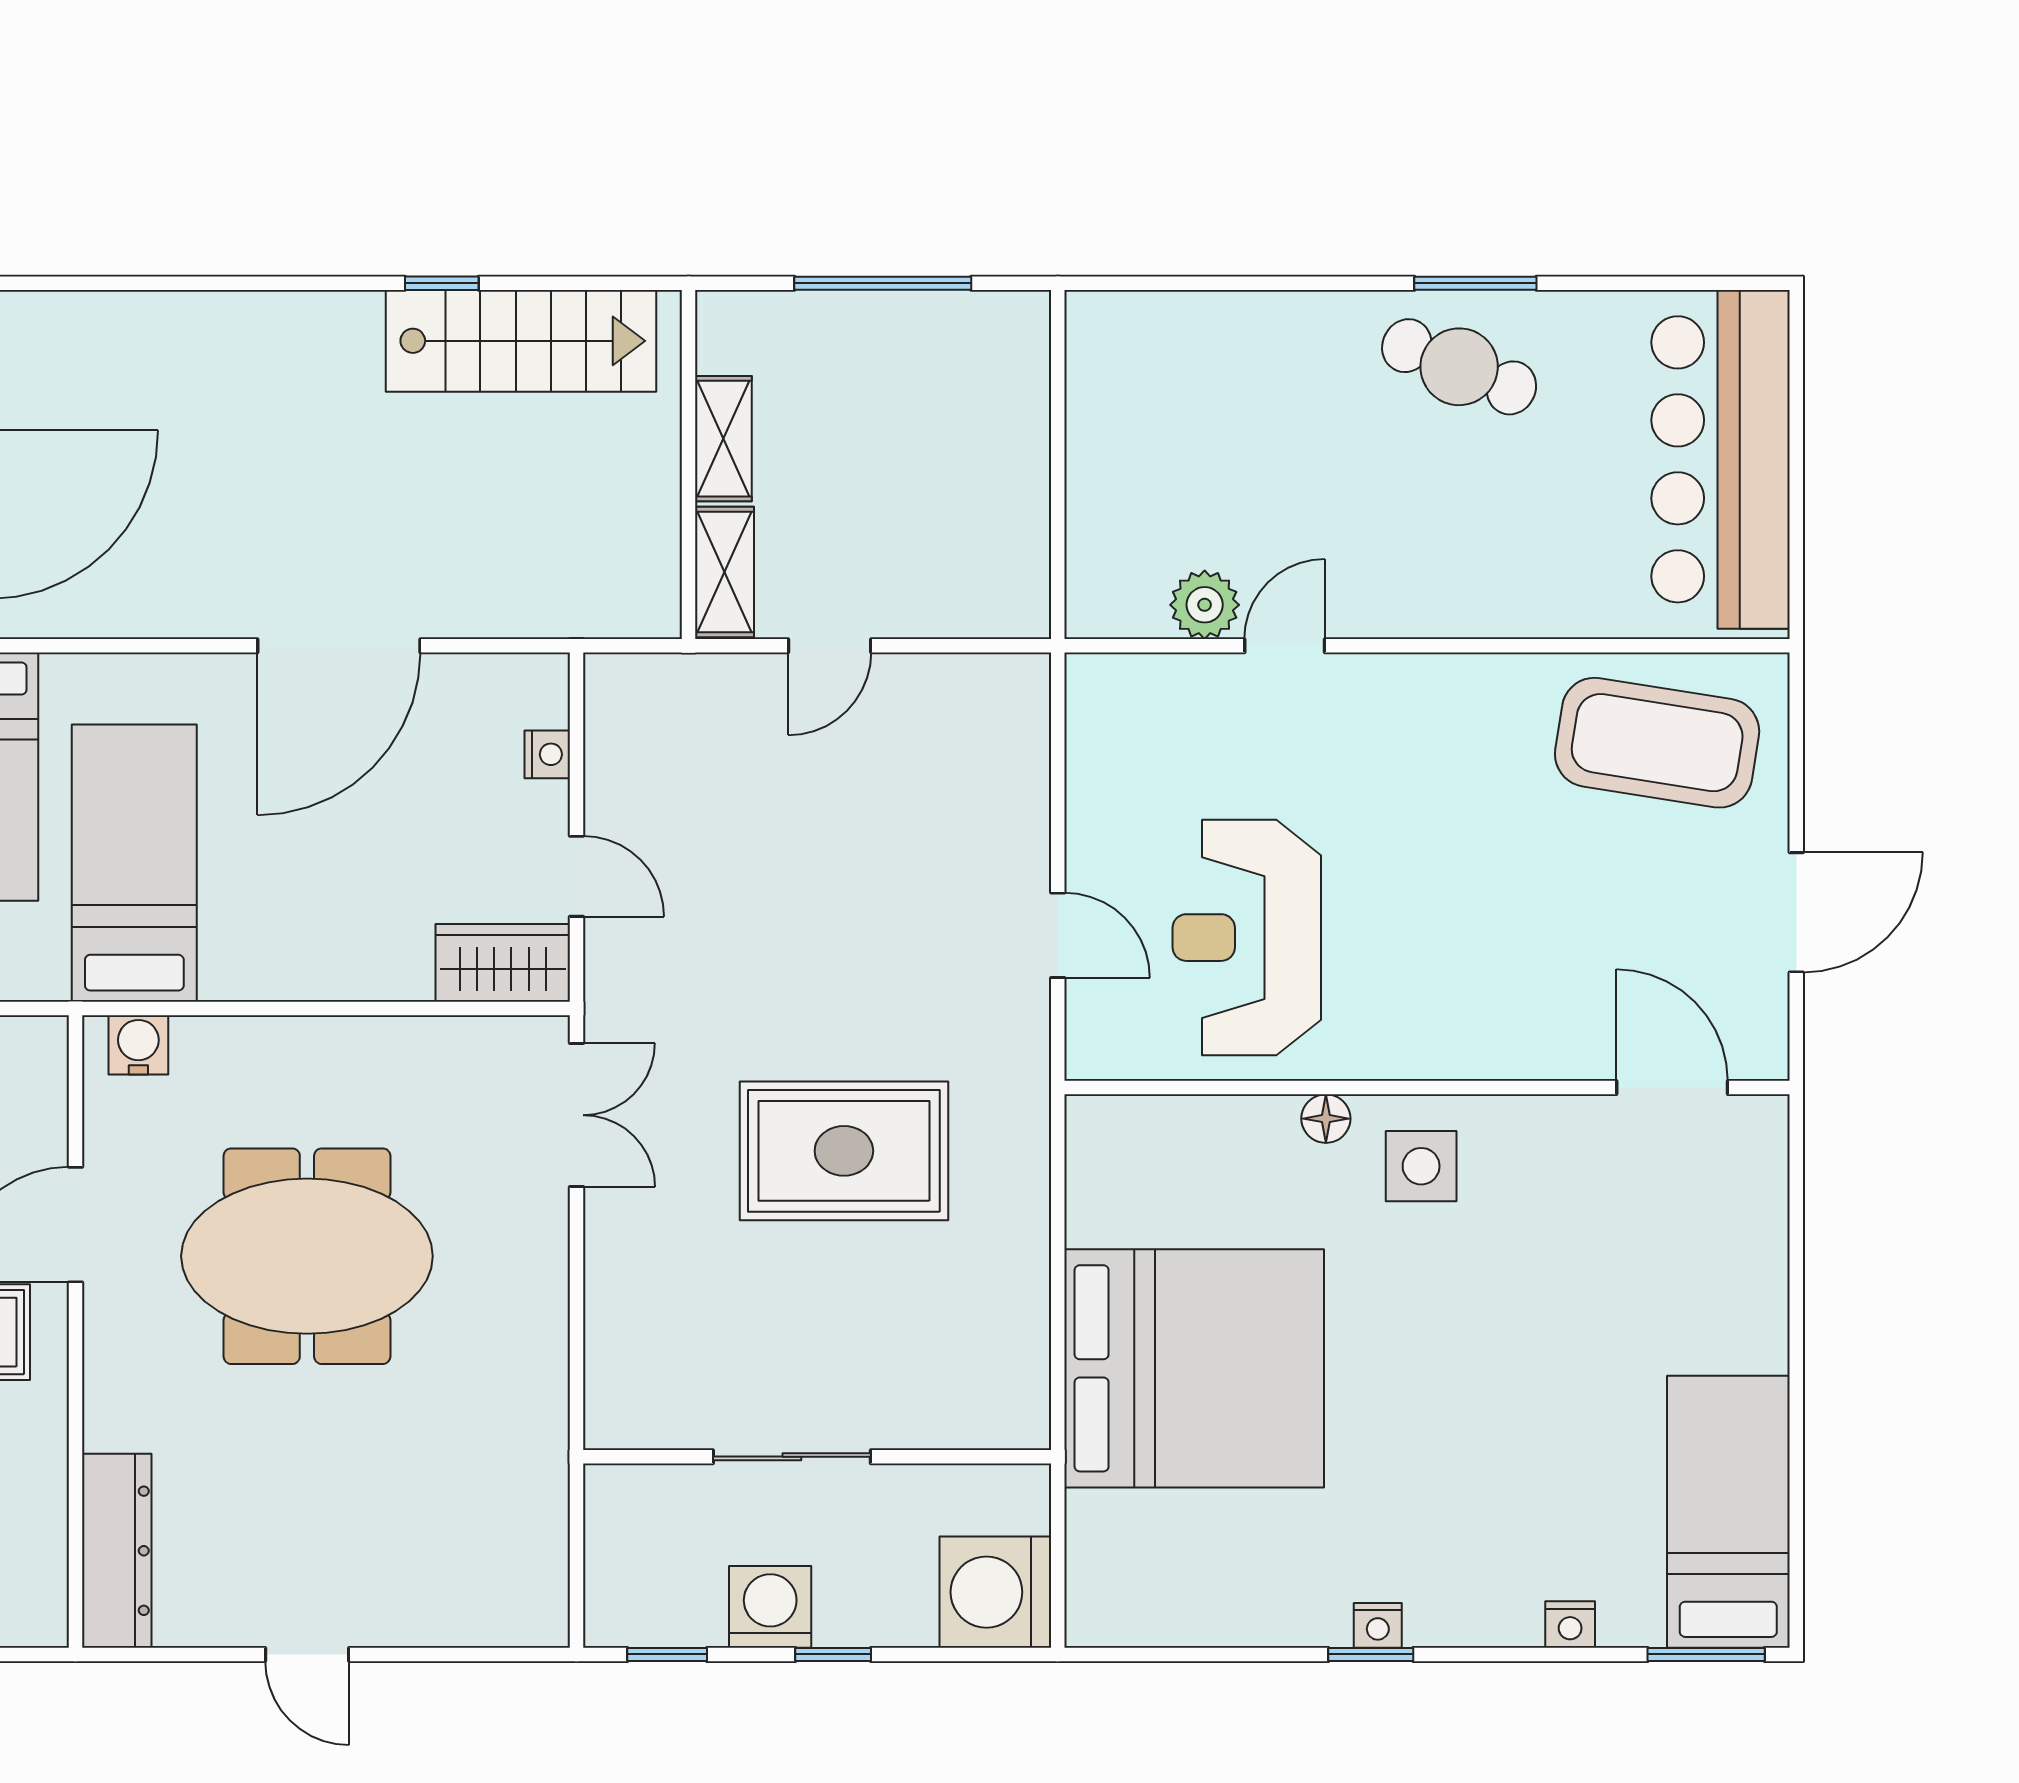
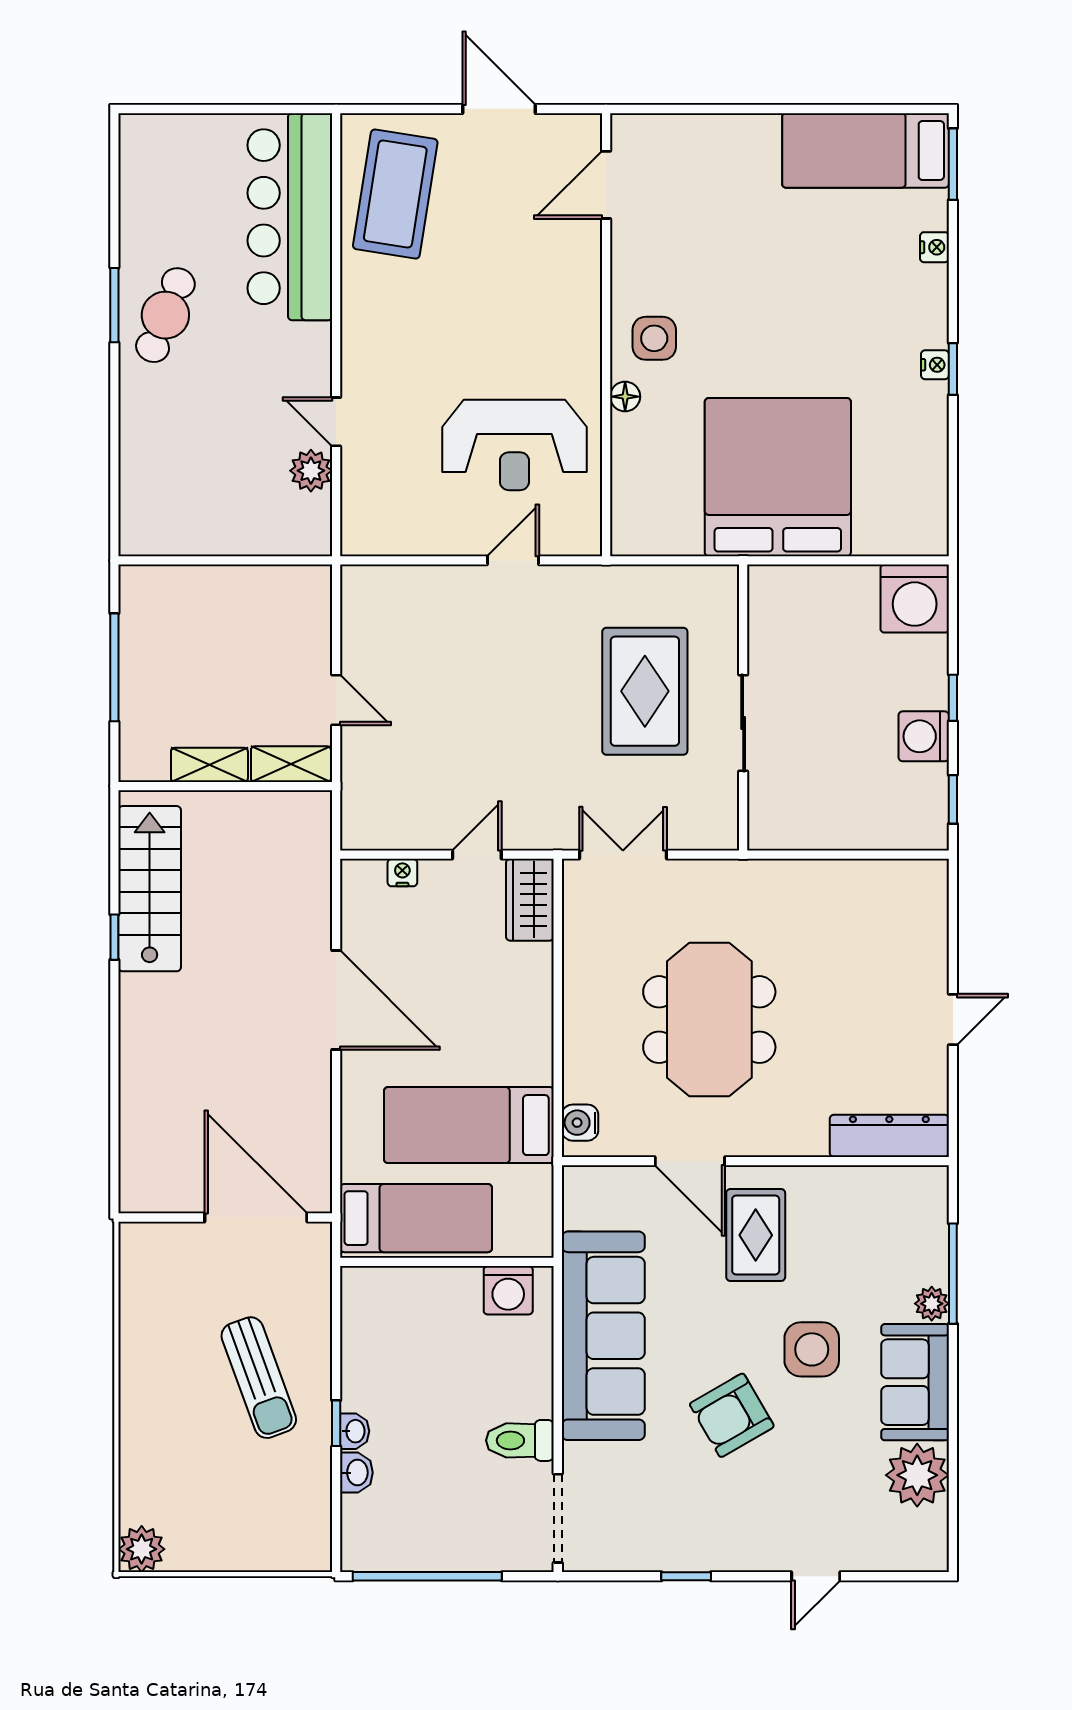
bar counter: (1721, 459) -> (290, 217), moved, turned 90
sliding door: (792, 1457) -> (743, 723), moved
wall: (817, 1457) -> (743, 708), moved

